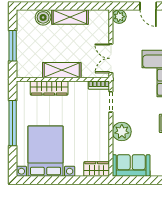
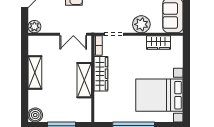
boiler: (43, 17) -> (35, 115), moved
wardrobe: (49, 88) -> (101, 74), moved
wardrobe: (97, 169) -> (158, 43), moved, turned -90

